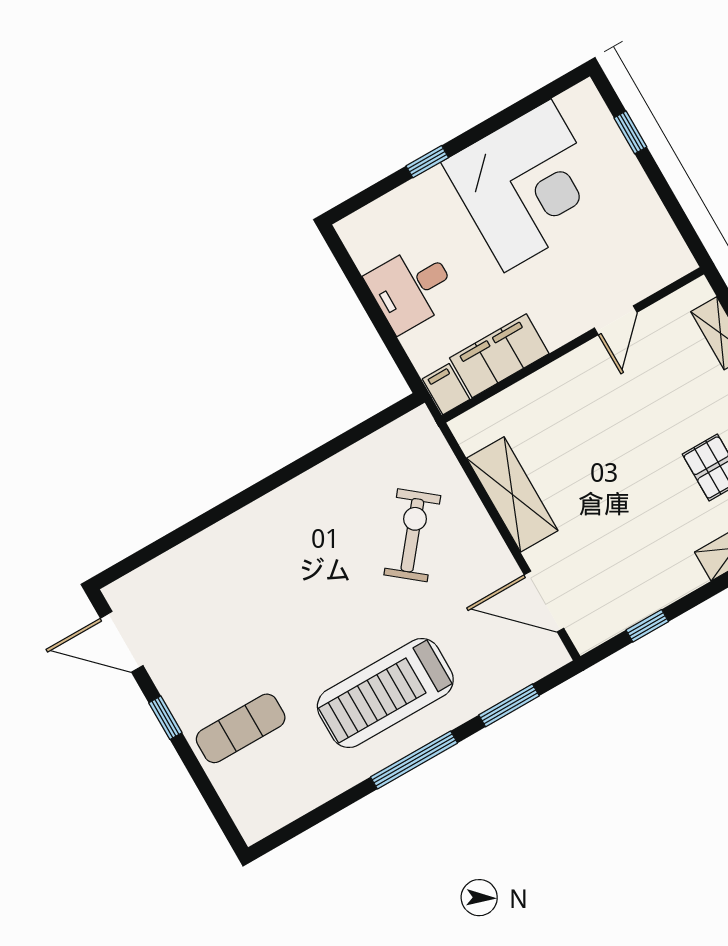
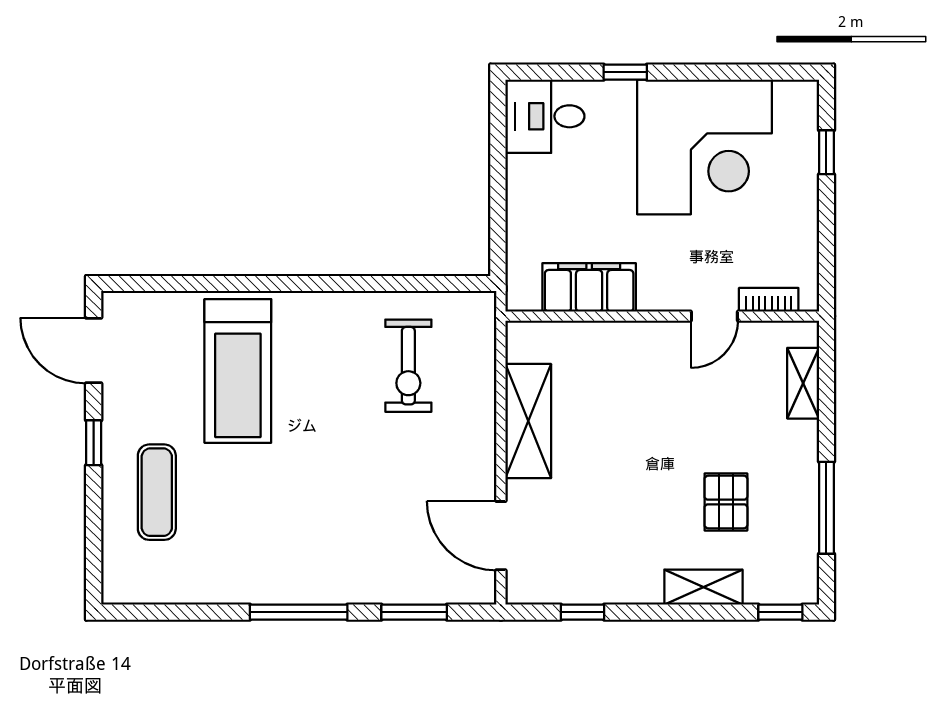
bookcase: (653, 281) -> (769, 300), added
desk: (412, 288) -> (545, 116), moved
filing cabinet: (446, 389) -> (523, 290), removed
exercise bike: (412, 535) -> (408, 366), moved, turned 141
treadmill: (385, 693) -> (238, 371), moved, turned -90
exercise mat: (241, 728) -> (157, 492), turned 90

